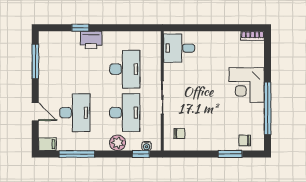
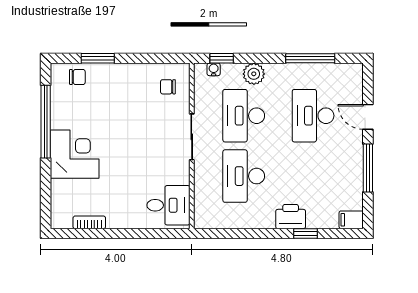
bookcase: (253, 36) -> (89, 222), moved
window: (35, 61) -> (368, 168), moved
filing cabinet: (47, 144) -> (351, 220), moved

